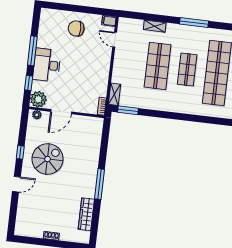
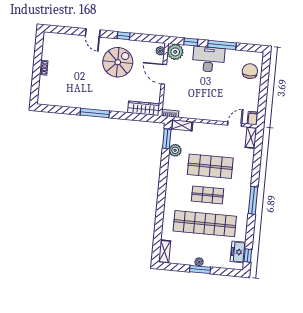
shelving: (155, 26) -> (251, 138), moved
chair: (76, 28) -> (250, 71), moved
plant: (140, 102) -> (175, 150), added
spiral stairs: (48, 159) -> (118, 62), turned -90
wardrobe: (86, 214) -> (144, 108), moved

